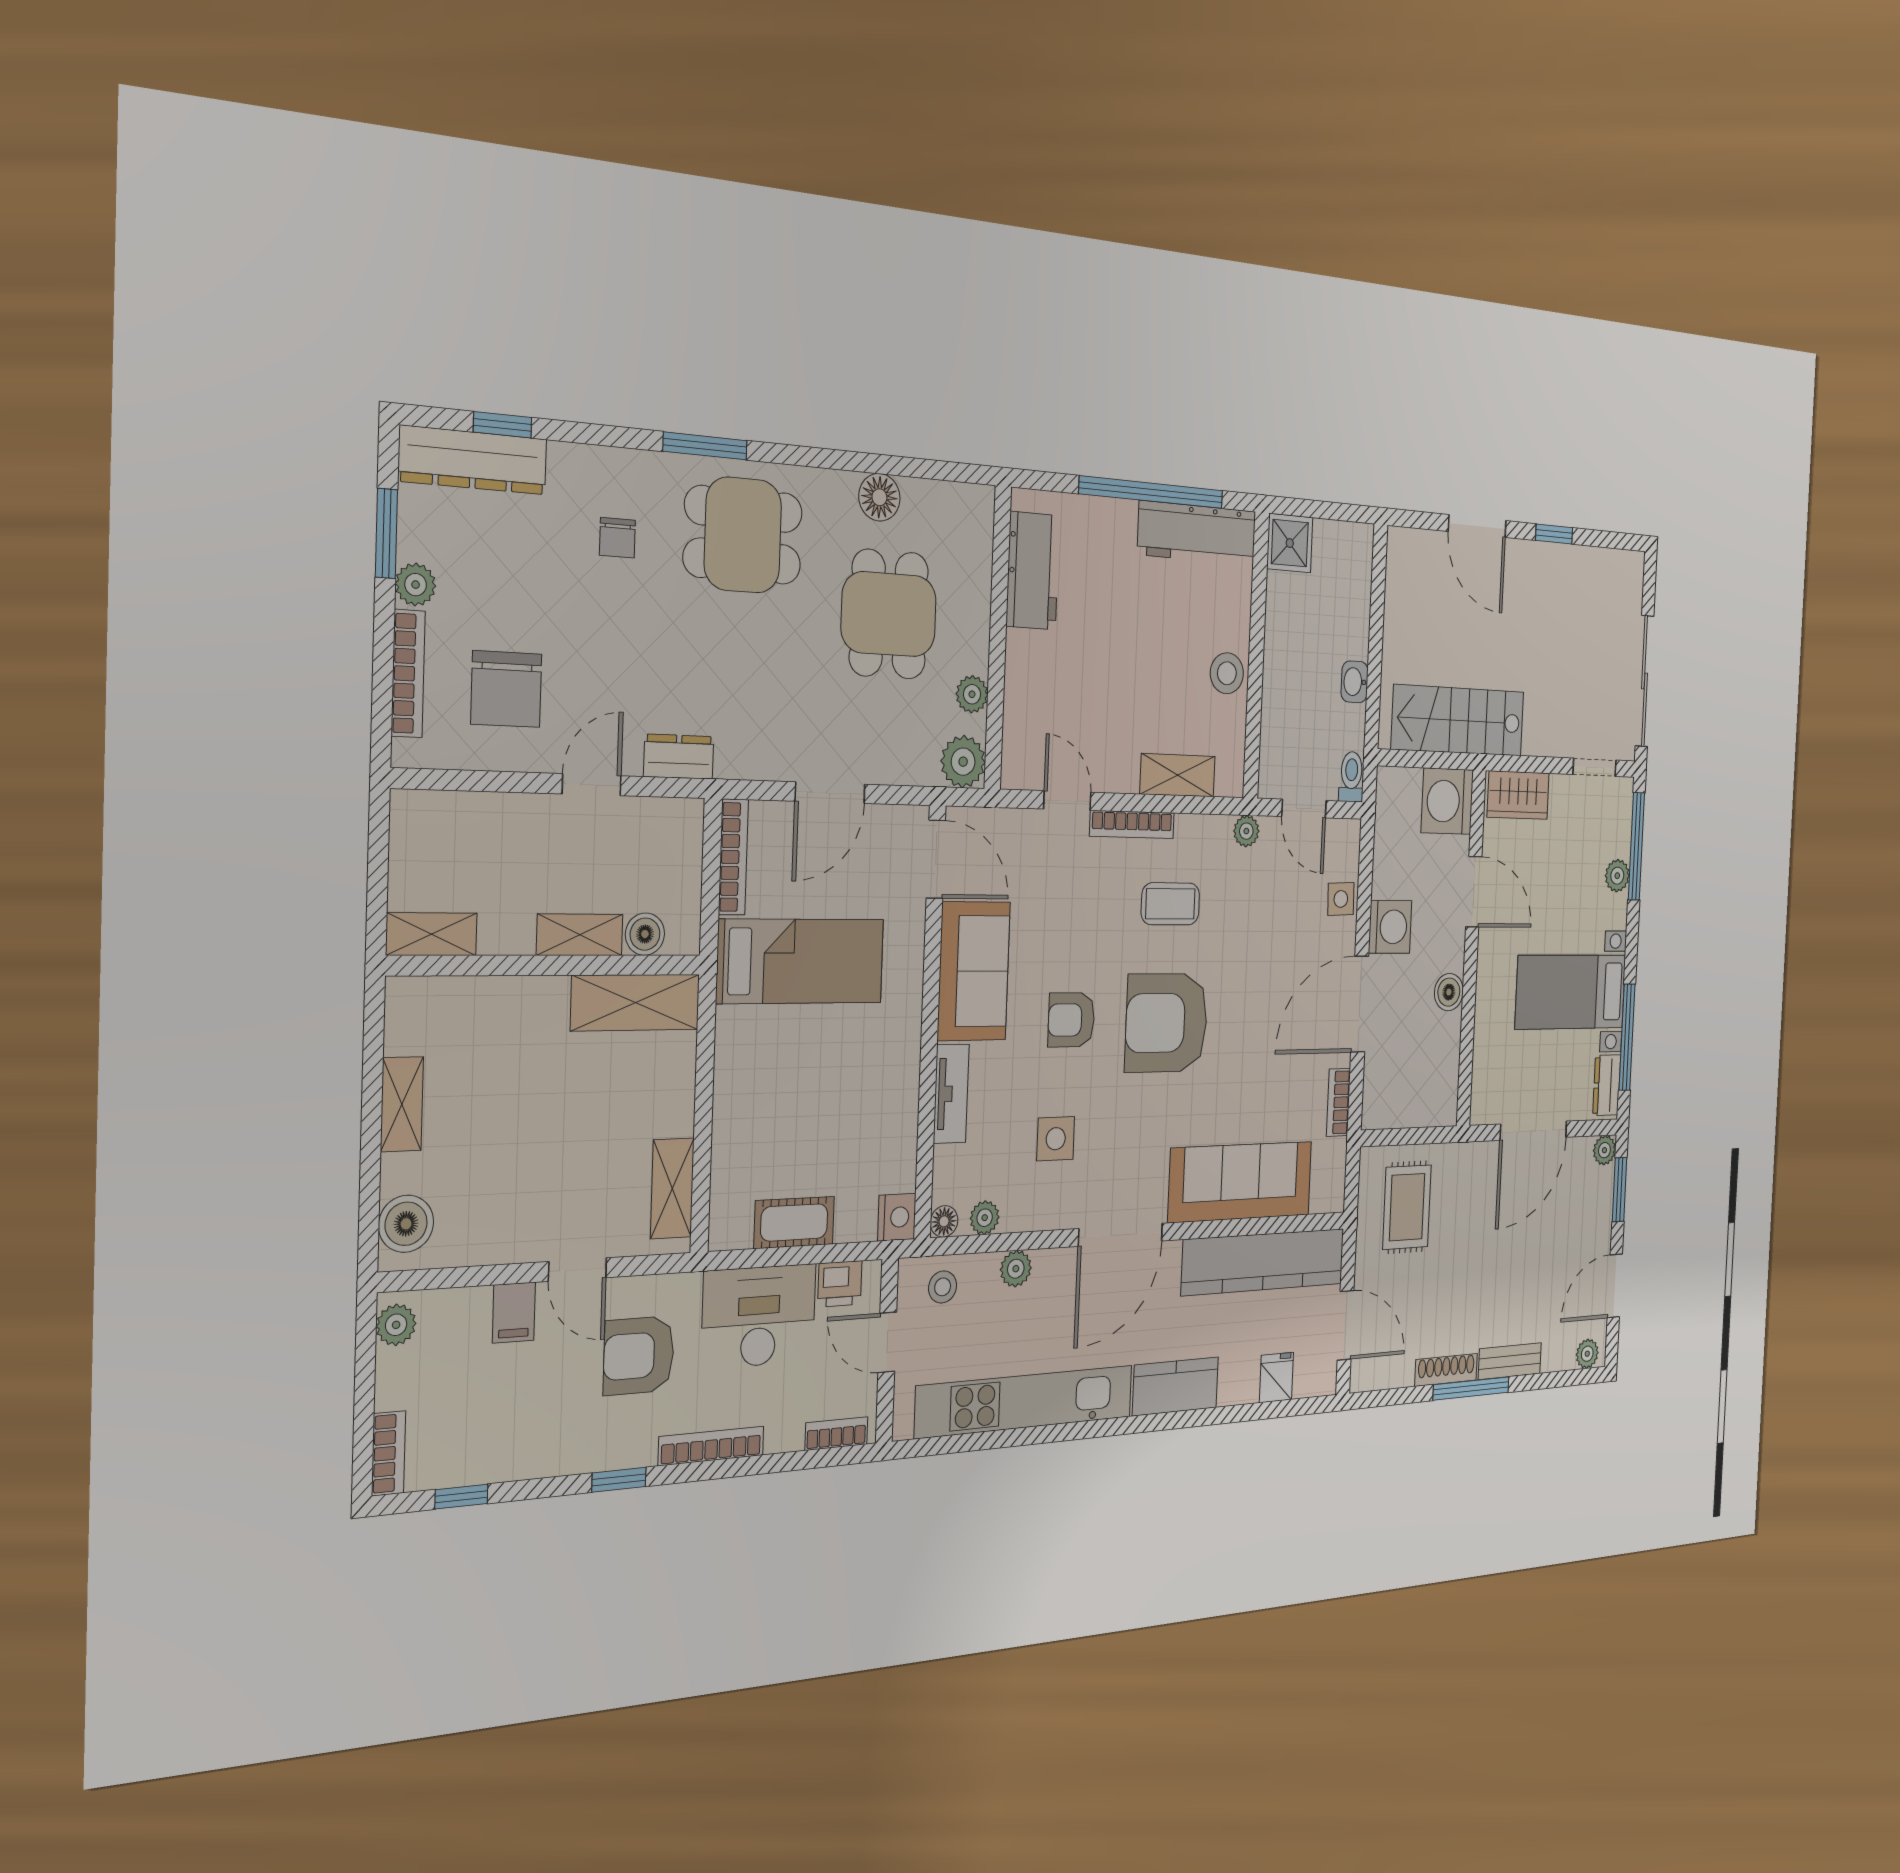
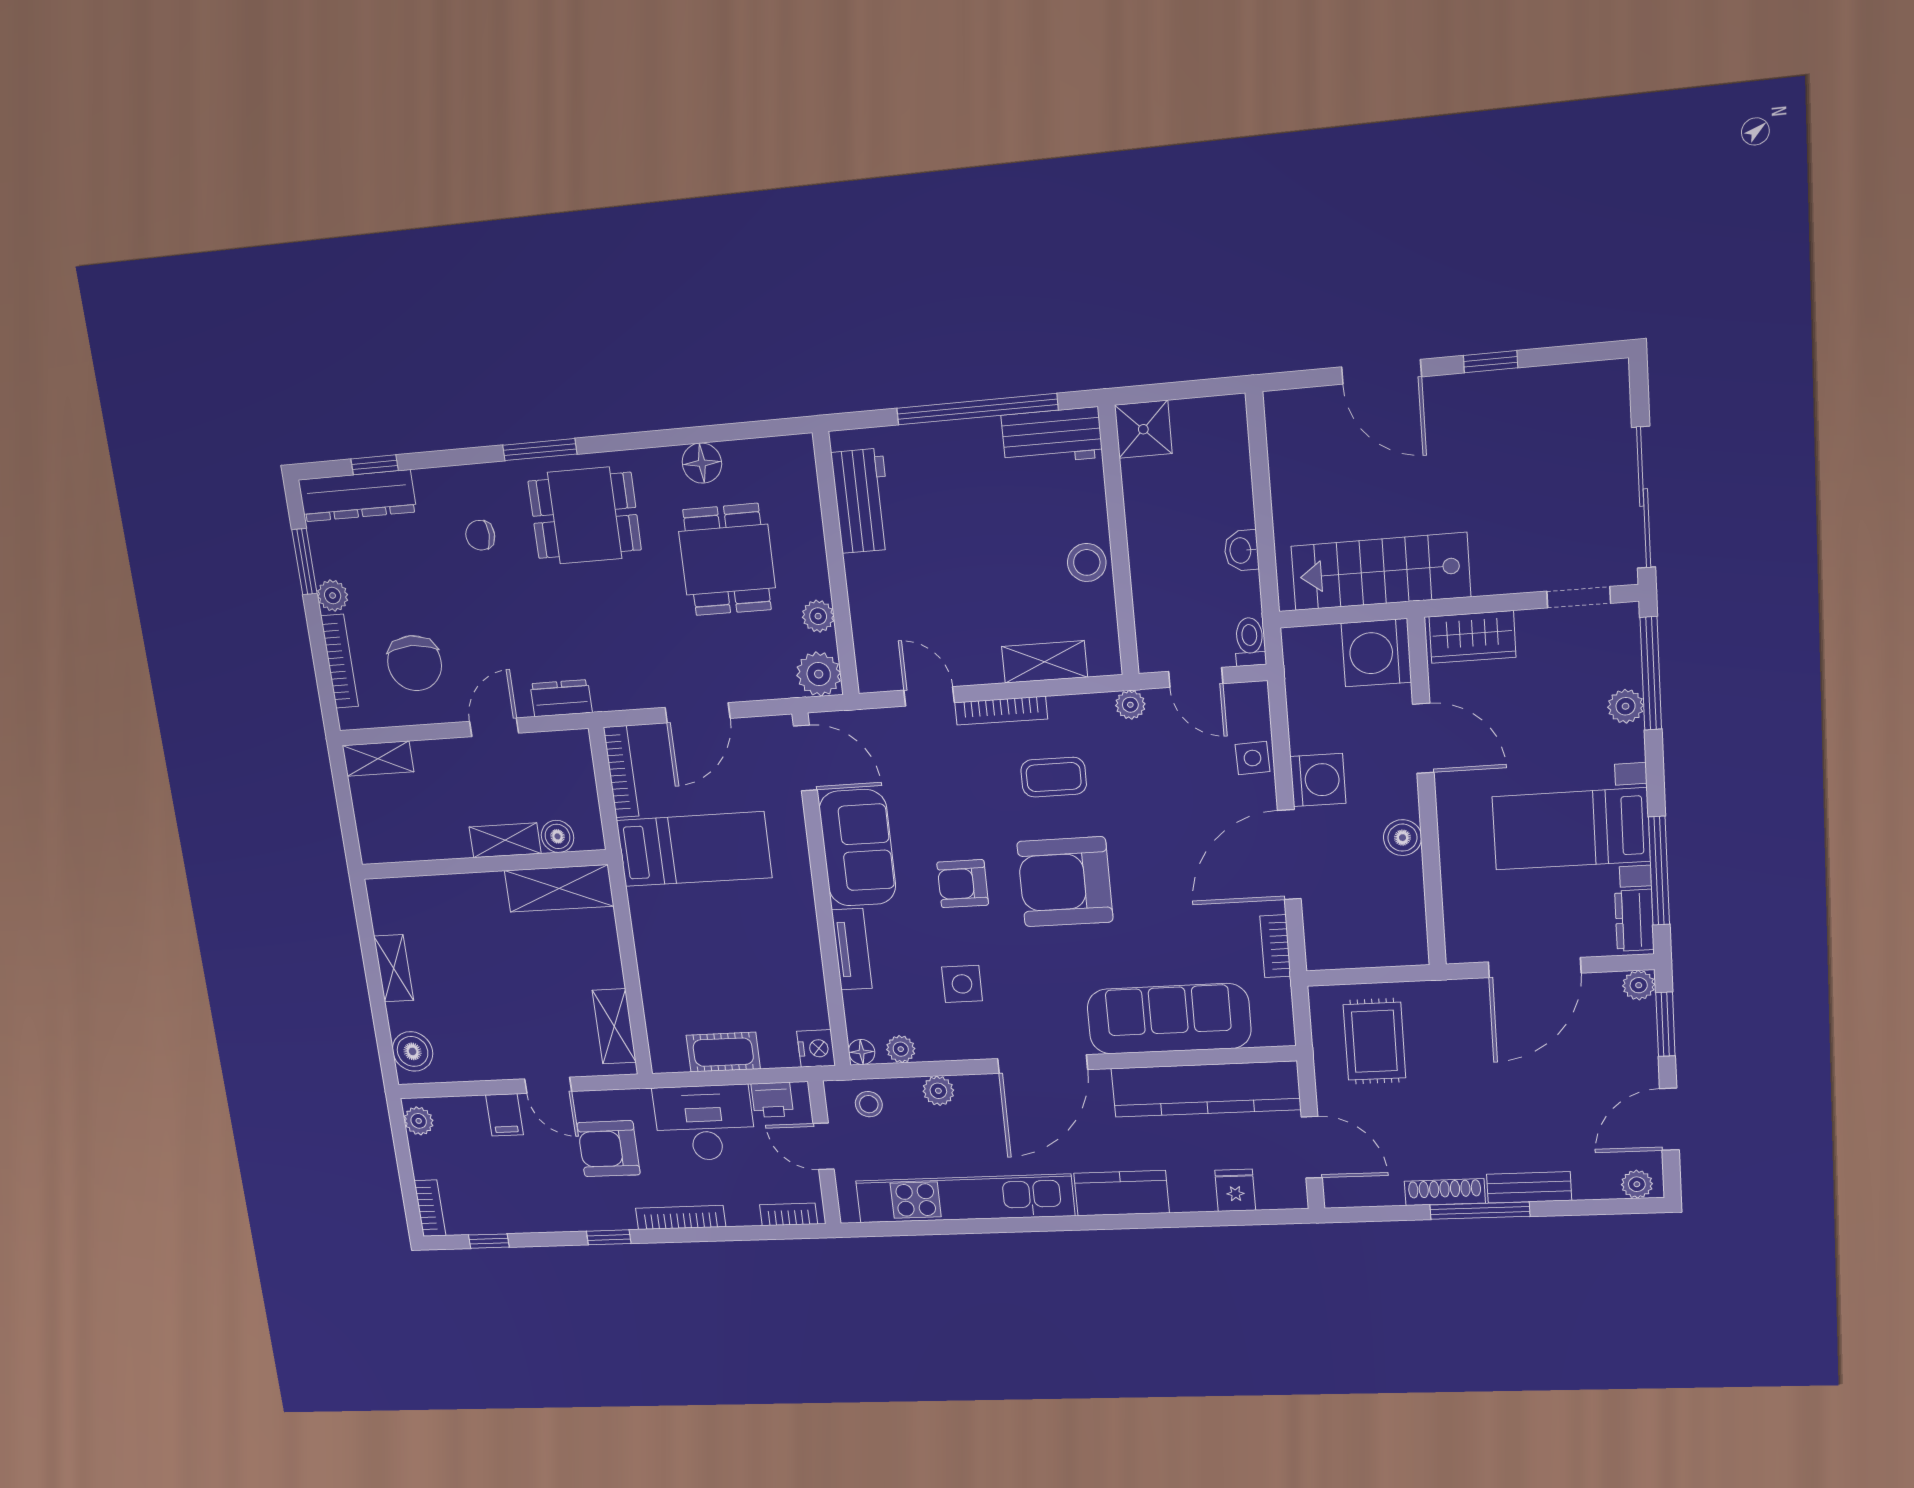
workbench: (1197, 533) -> (1052, 436), width x0.73
chair: (617, 538) -> (480, 535), turned 90
shelving: (432, 934) -> (378, 759), moved

